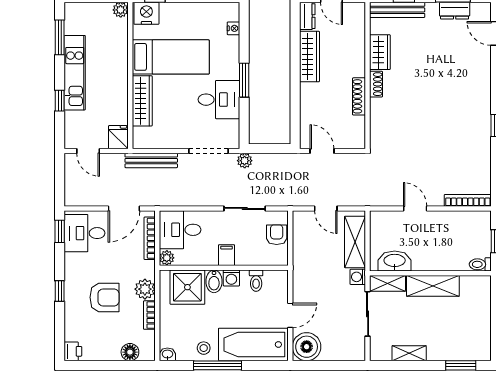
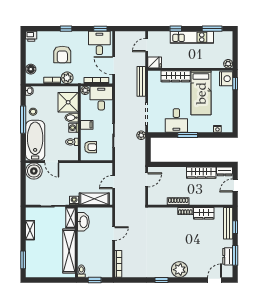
plant: (477, 94) -> (179, 270), added
armchair: (277, 235) -> (91, 147), moved
shelving: (433, 286) -> (69, 251), width x1.47

